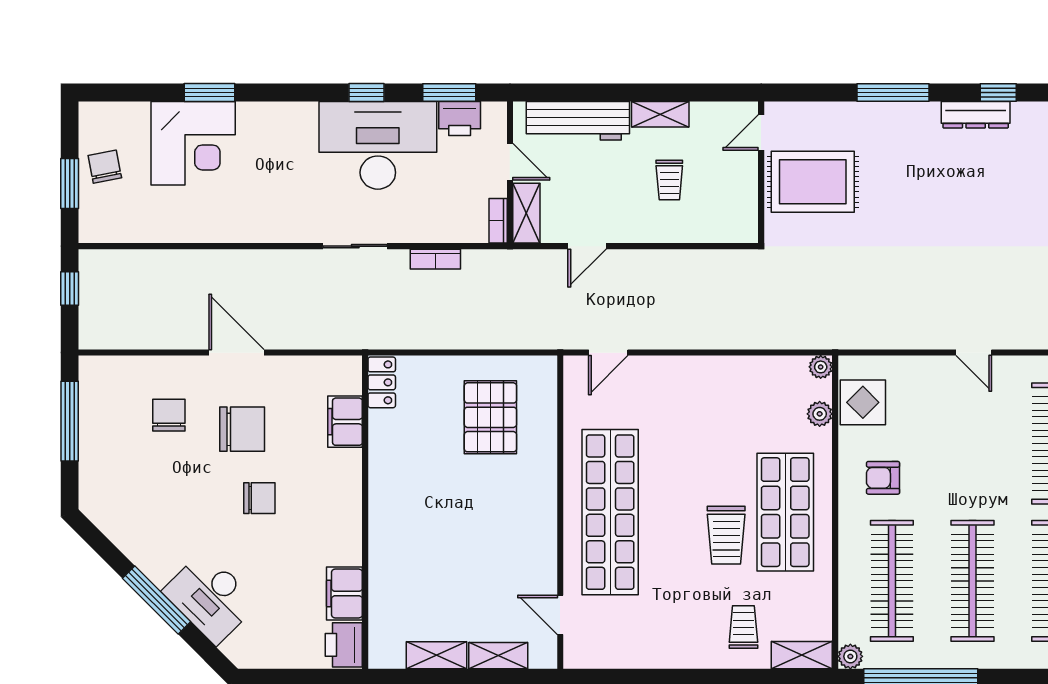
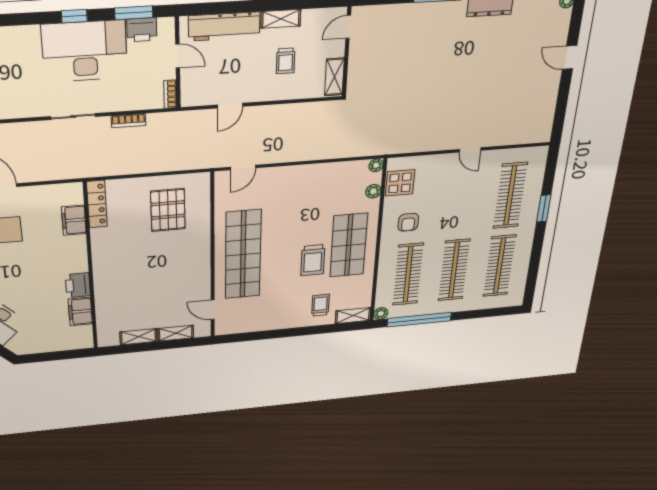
rug: (813, 182) -> (380, 56), removed
shelving: (526, 213) -> (334, 77), moved
locker: (382, 382) -> (97, 204), width x1.53
armchair: (883, 478) -> (408, 222), turned -90
chair: (259, 498) -> (22, 267), removed
printer: (344, 645) -> (78, 285), moved

